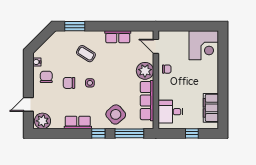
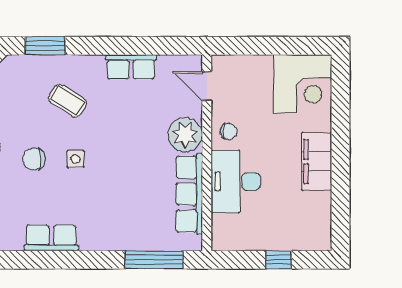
filing cabinet: (211, 108) -> (317, 161), moved
desk: (170, 112) -> (236, 181), moved, width x1.37
side table: (116, 114) -> (127, 222), removed
window: (98, 133) -> (92, 260), removed

